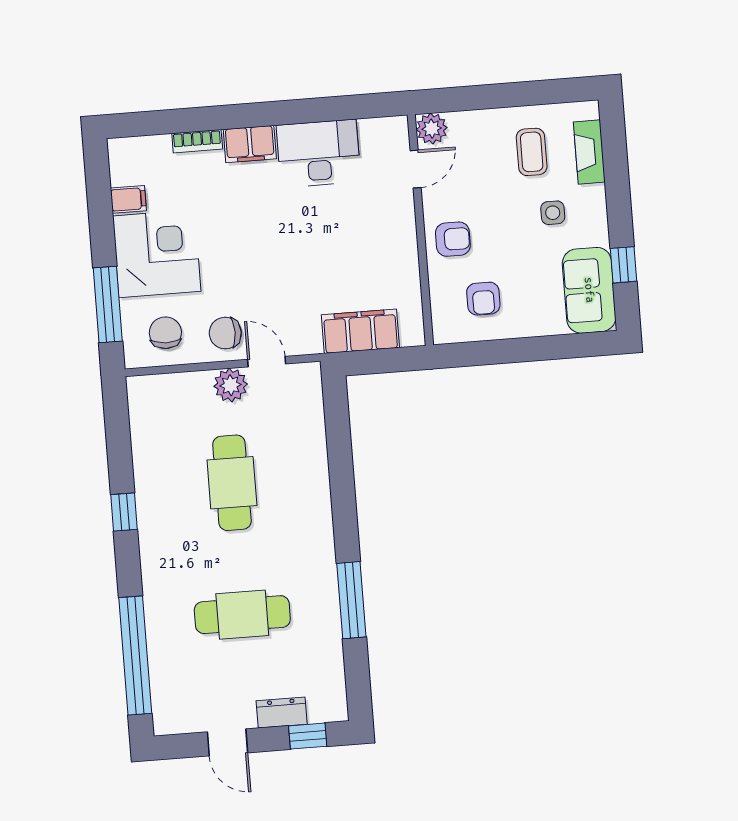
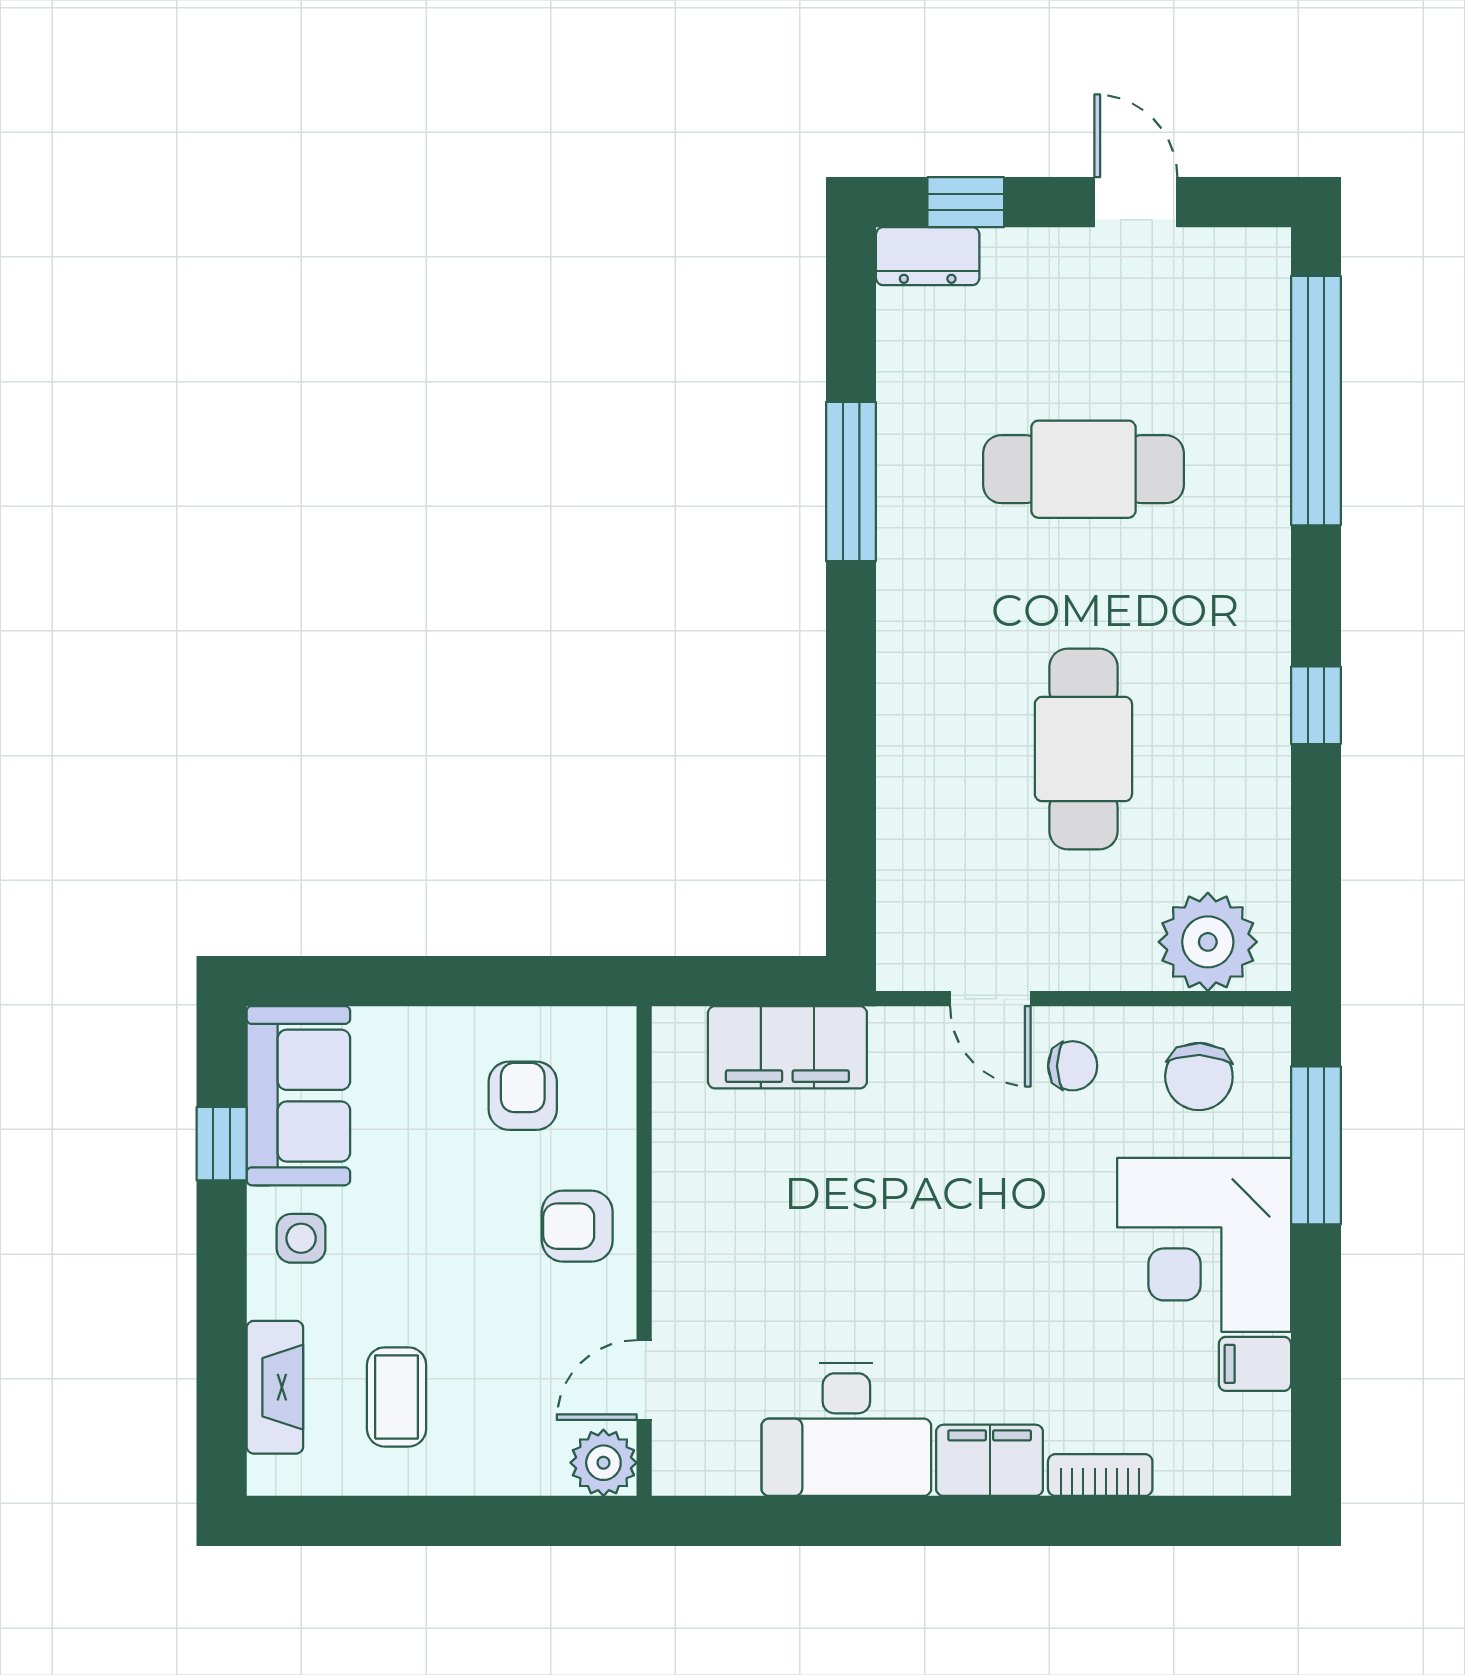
side table: (553, 213) -> (301, 1238), moved
chair: (225, 333) -> (1073, 1066), width x0.73, depth x0.73
plant: (231, 385) -> (1208, 942), moved, width x1.36, depth x1.36
dresser: (282, 713) -> (928, 256), moved

